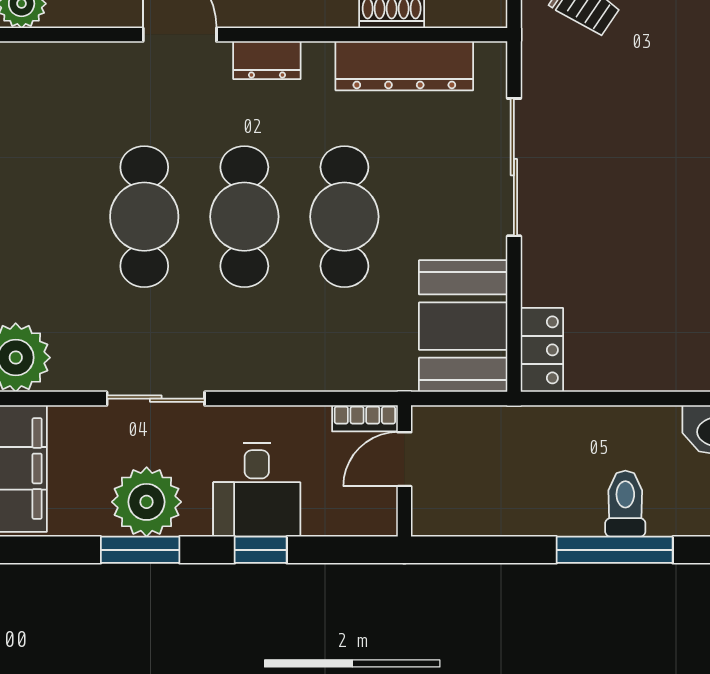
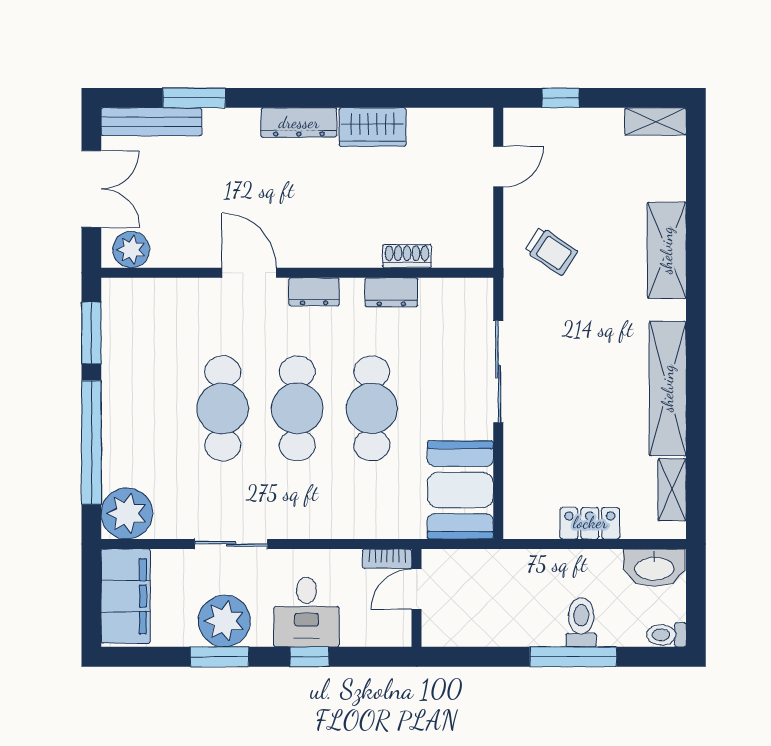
dresser: (404, 66) -> (391, 292), width x0.51, depth x0.80
locker: (542, 350) -> (590, 523), moved, turned -90

